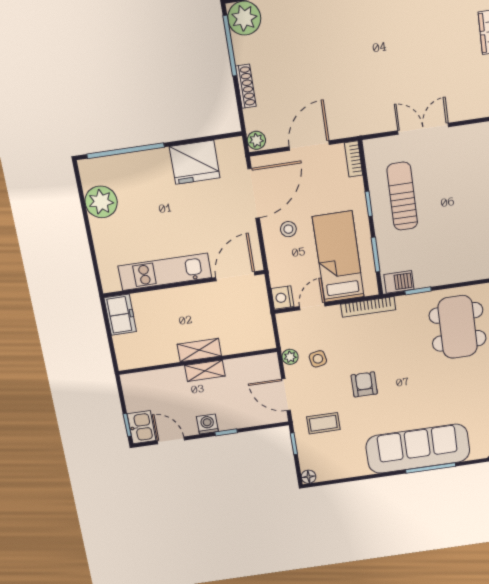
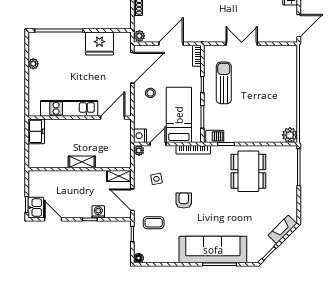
plant: (101, 202) -> (33, 64), width x0.53, depth x0.53
plant: (290, 357) -> (139, 150), moved
shelving: (205, 371) -> (119, 176), moved
washing machine: (207, 424) -> (98, 212), moved

